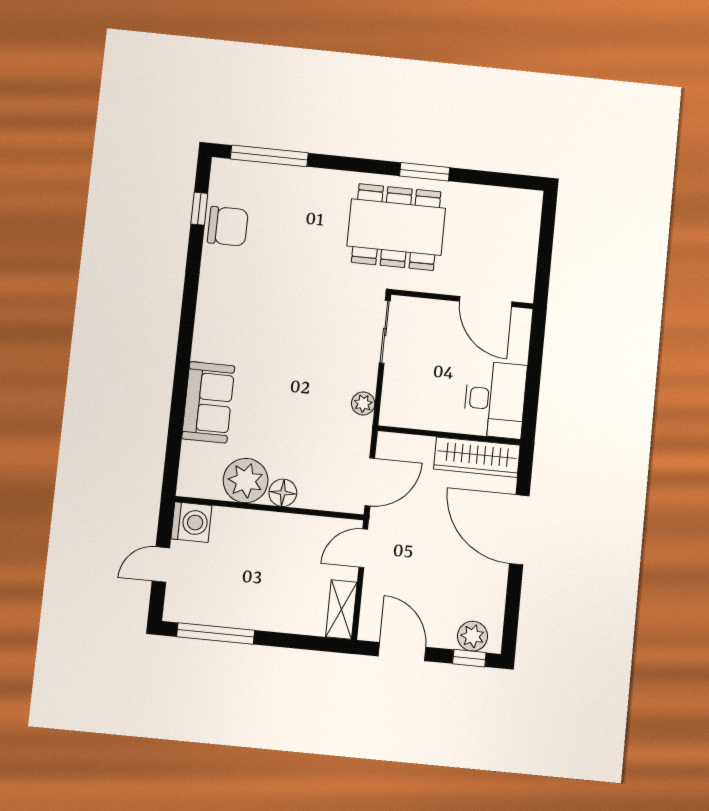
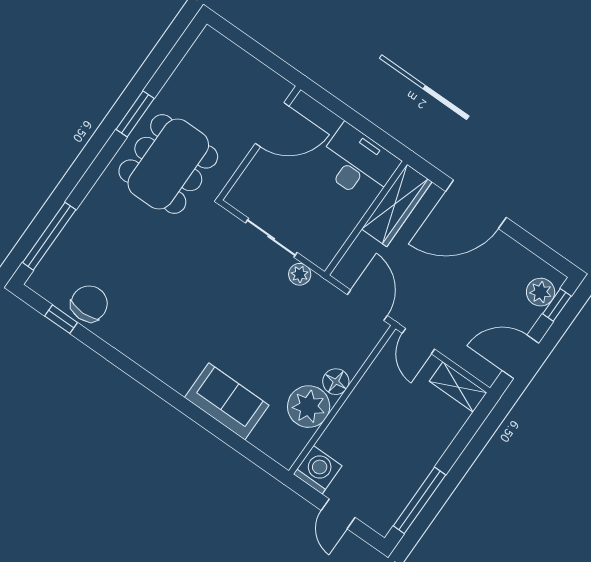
sliding door: (385, 332) -> (271, 238), moved

